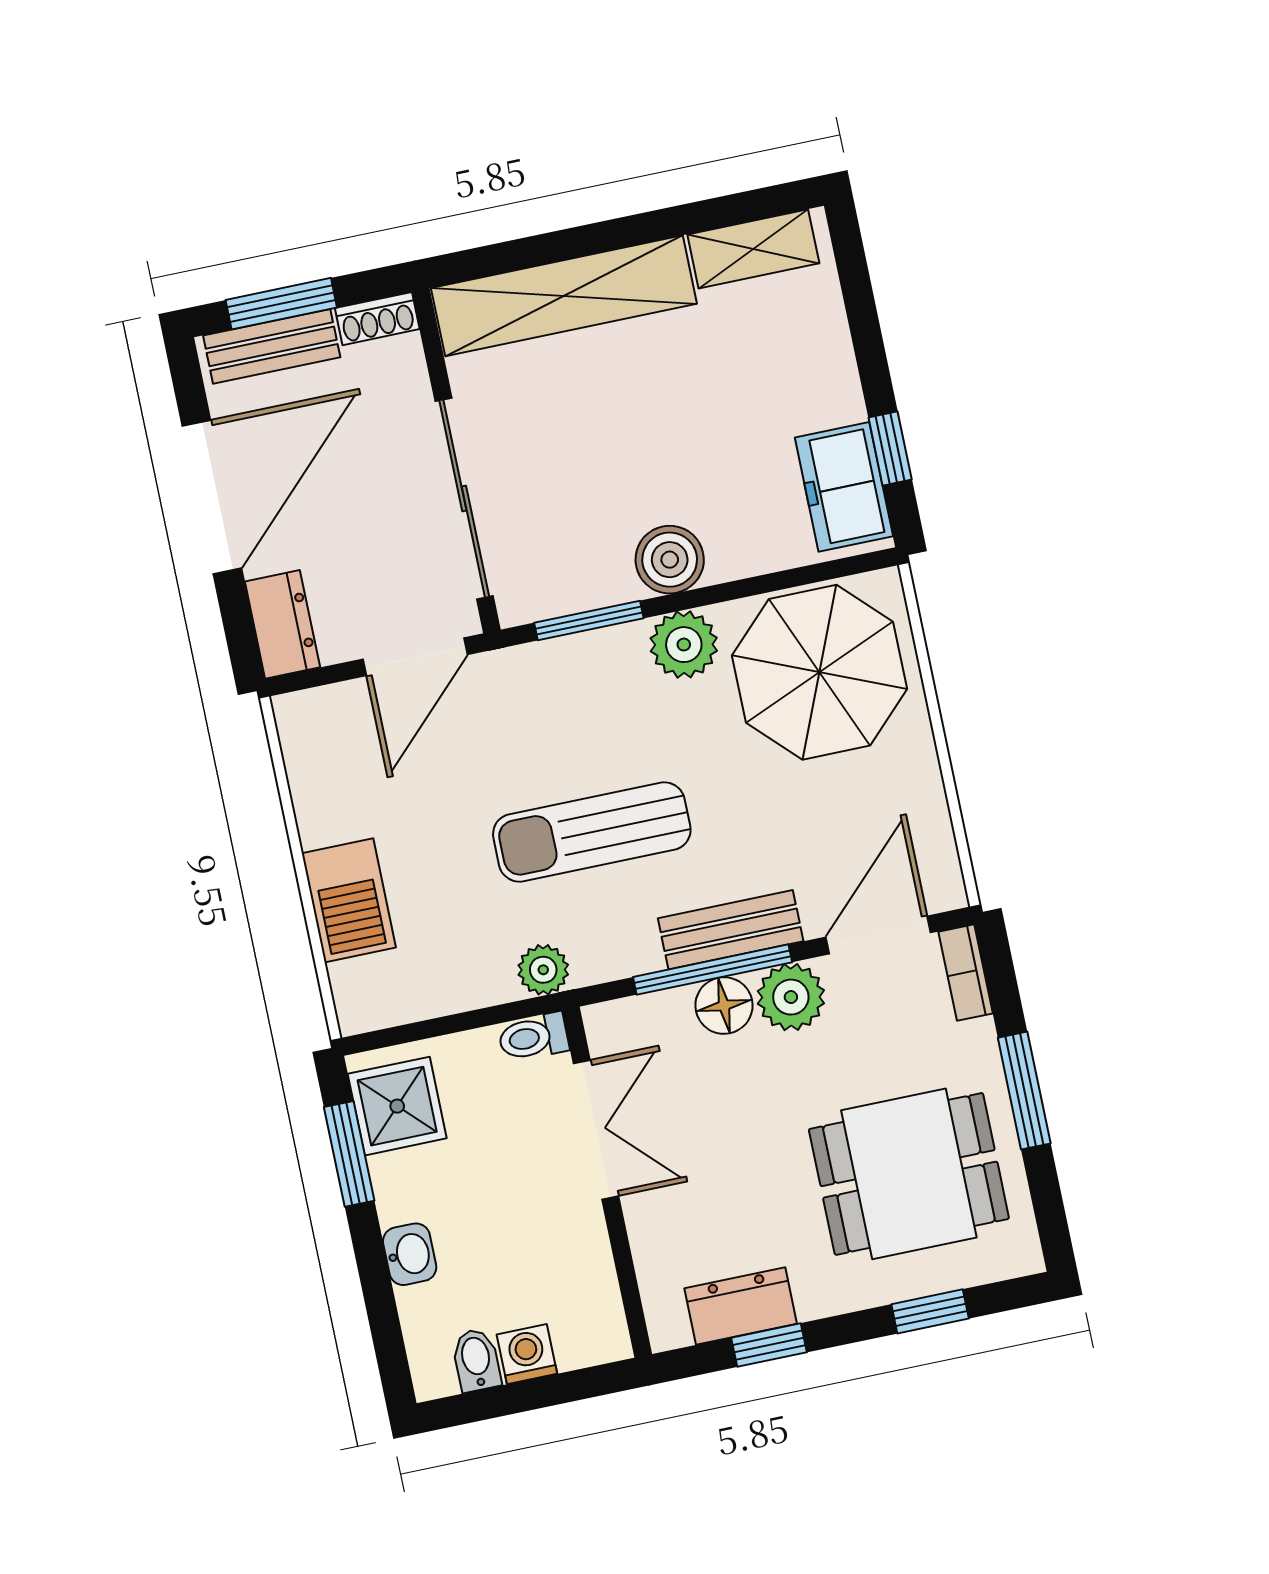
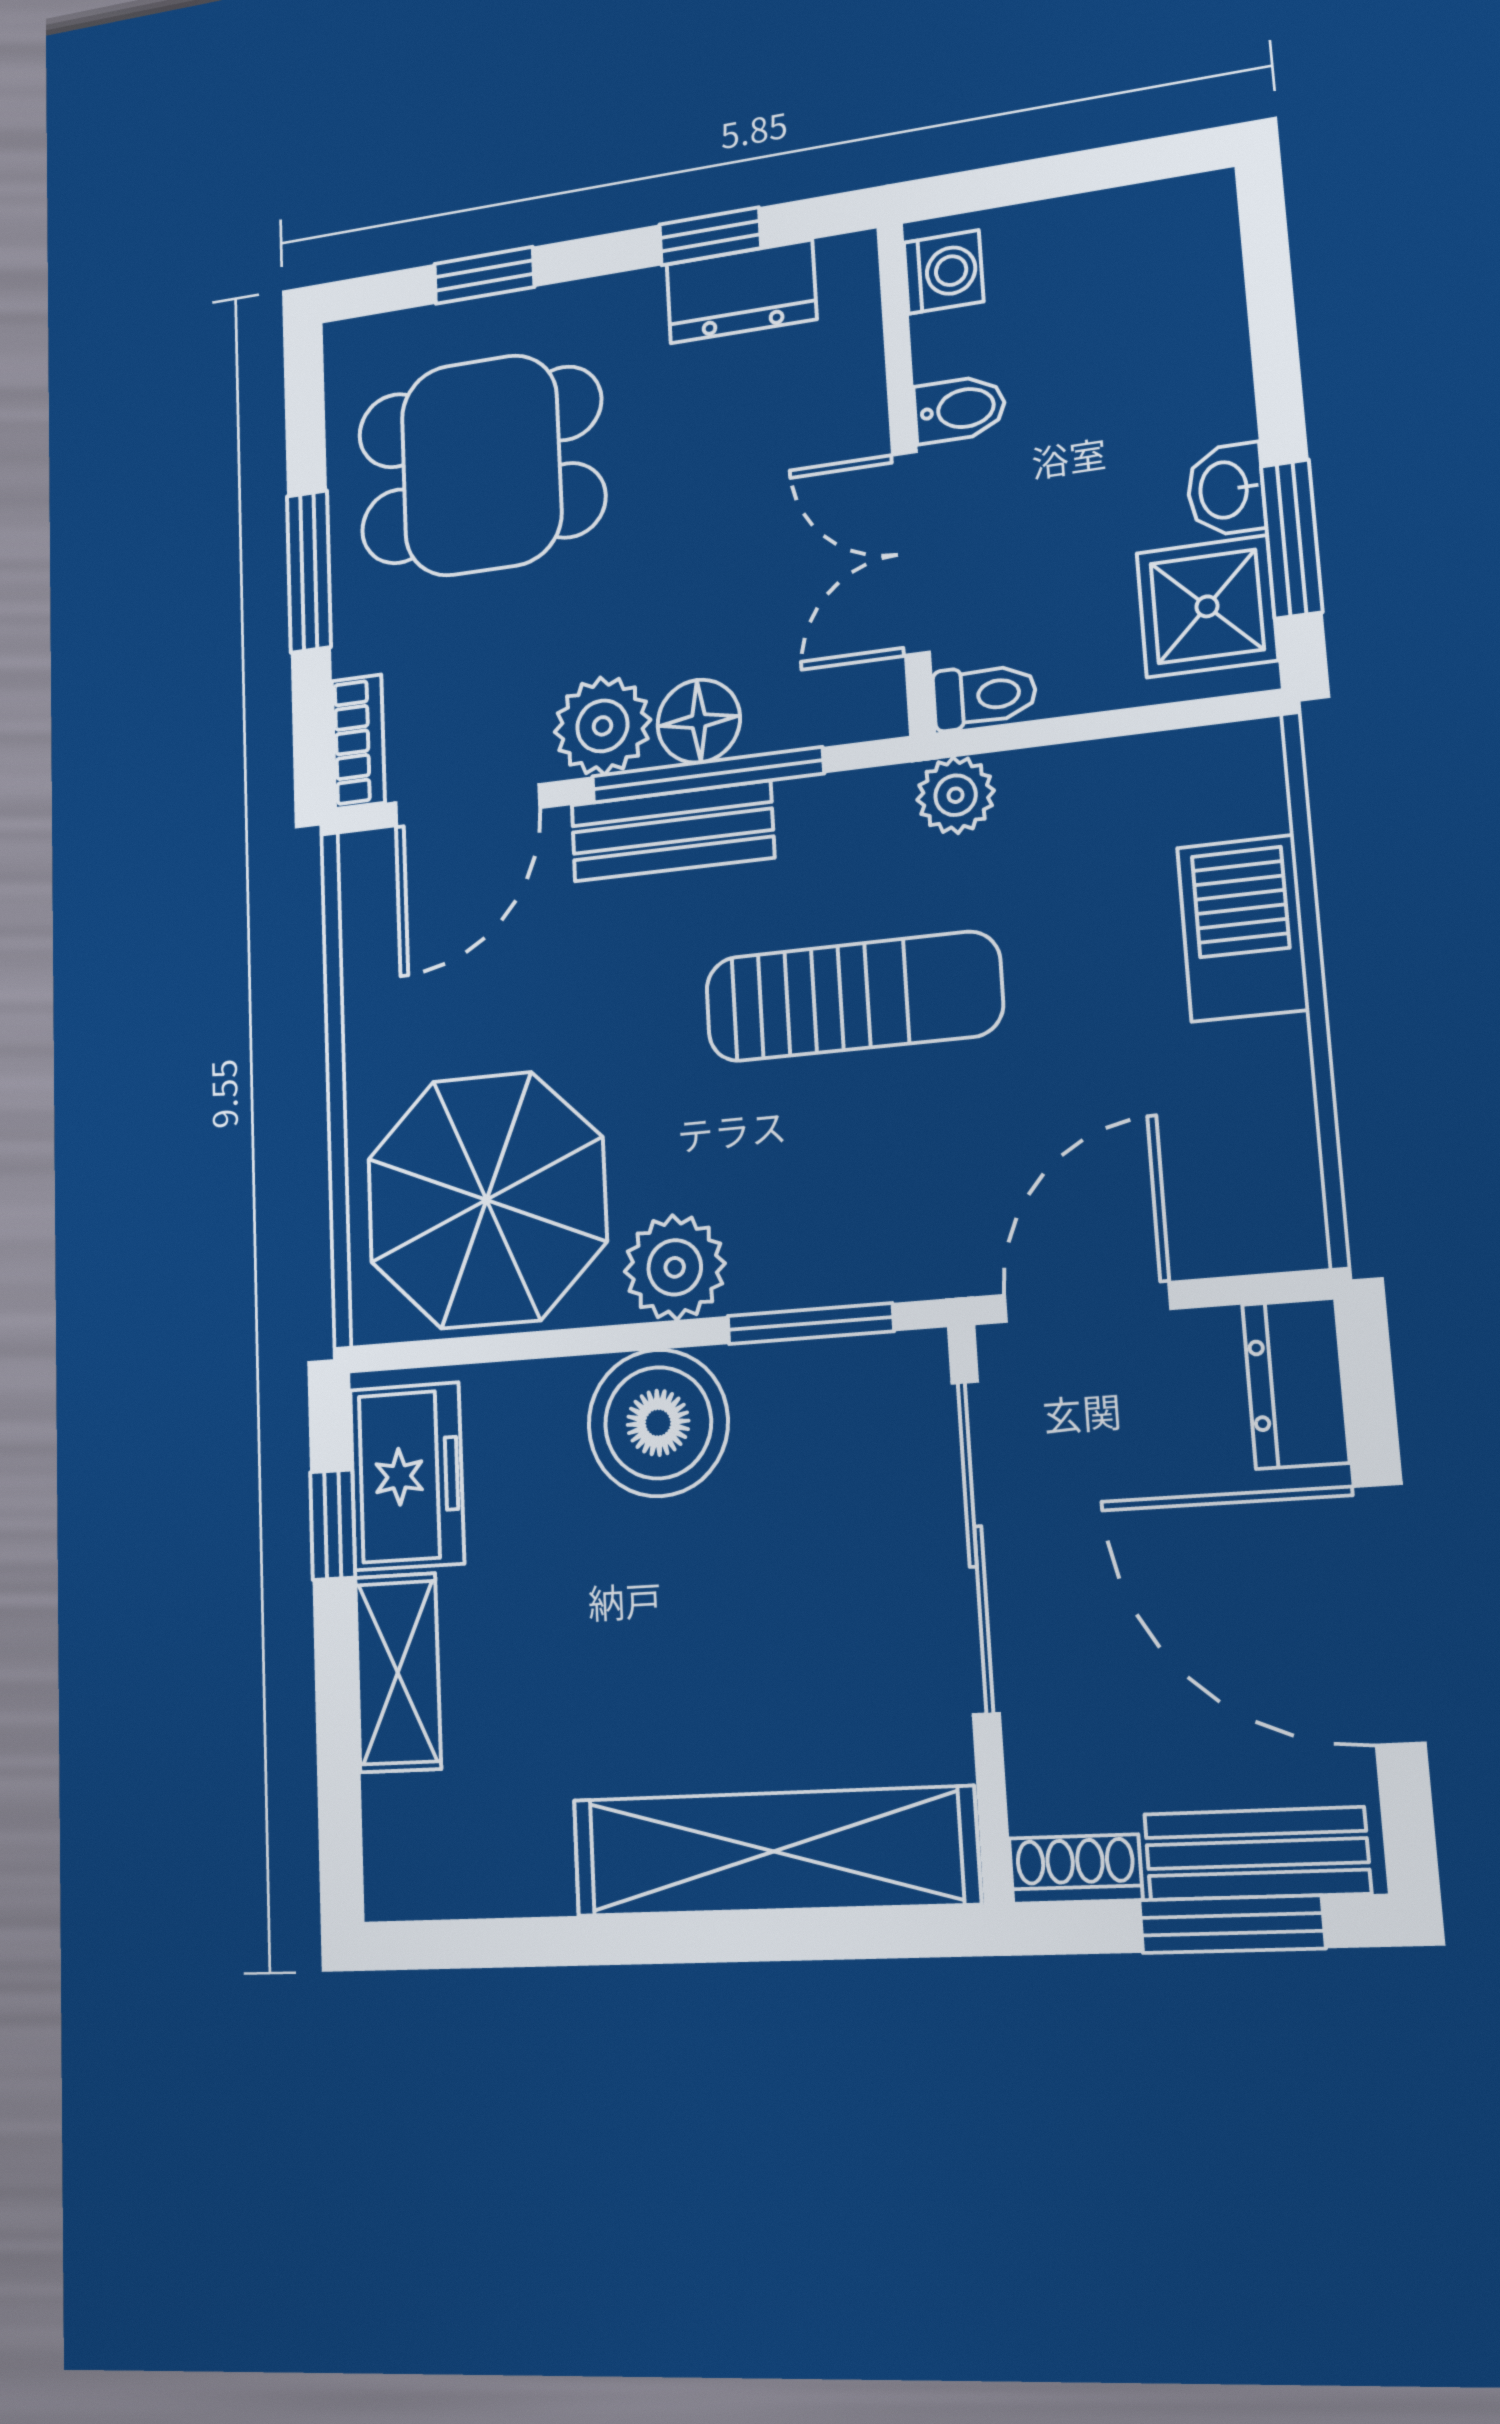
shelving: (753, 249) -> (398, 1673), moved, turned 90
door: (212, 497) -> (1389, 1614), hinge flipped
boiler: (670, 560) -> (658, 1423), width x1.37, depth x1.37
washbasin: (410, 1254) -> (1226, 490), moved
washing machine: (527, 1354) -> (944, 272), moved, turned -90
bidet: (476, 1360) -> (960, 409), moved, turned -90

